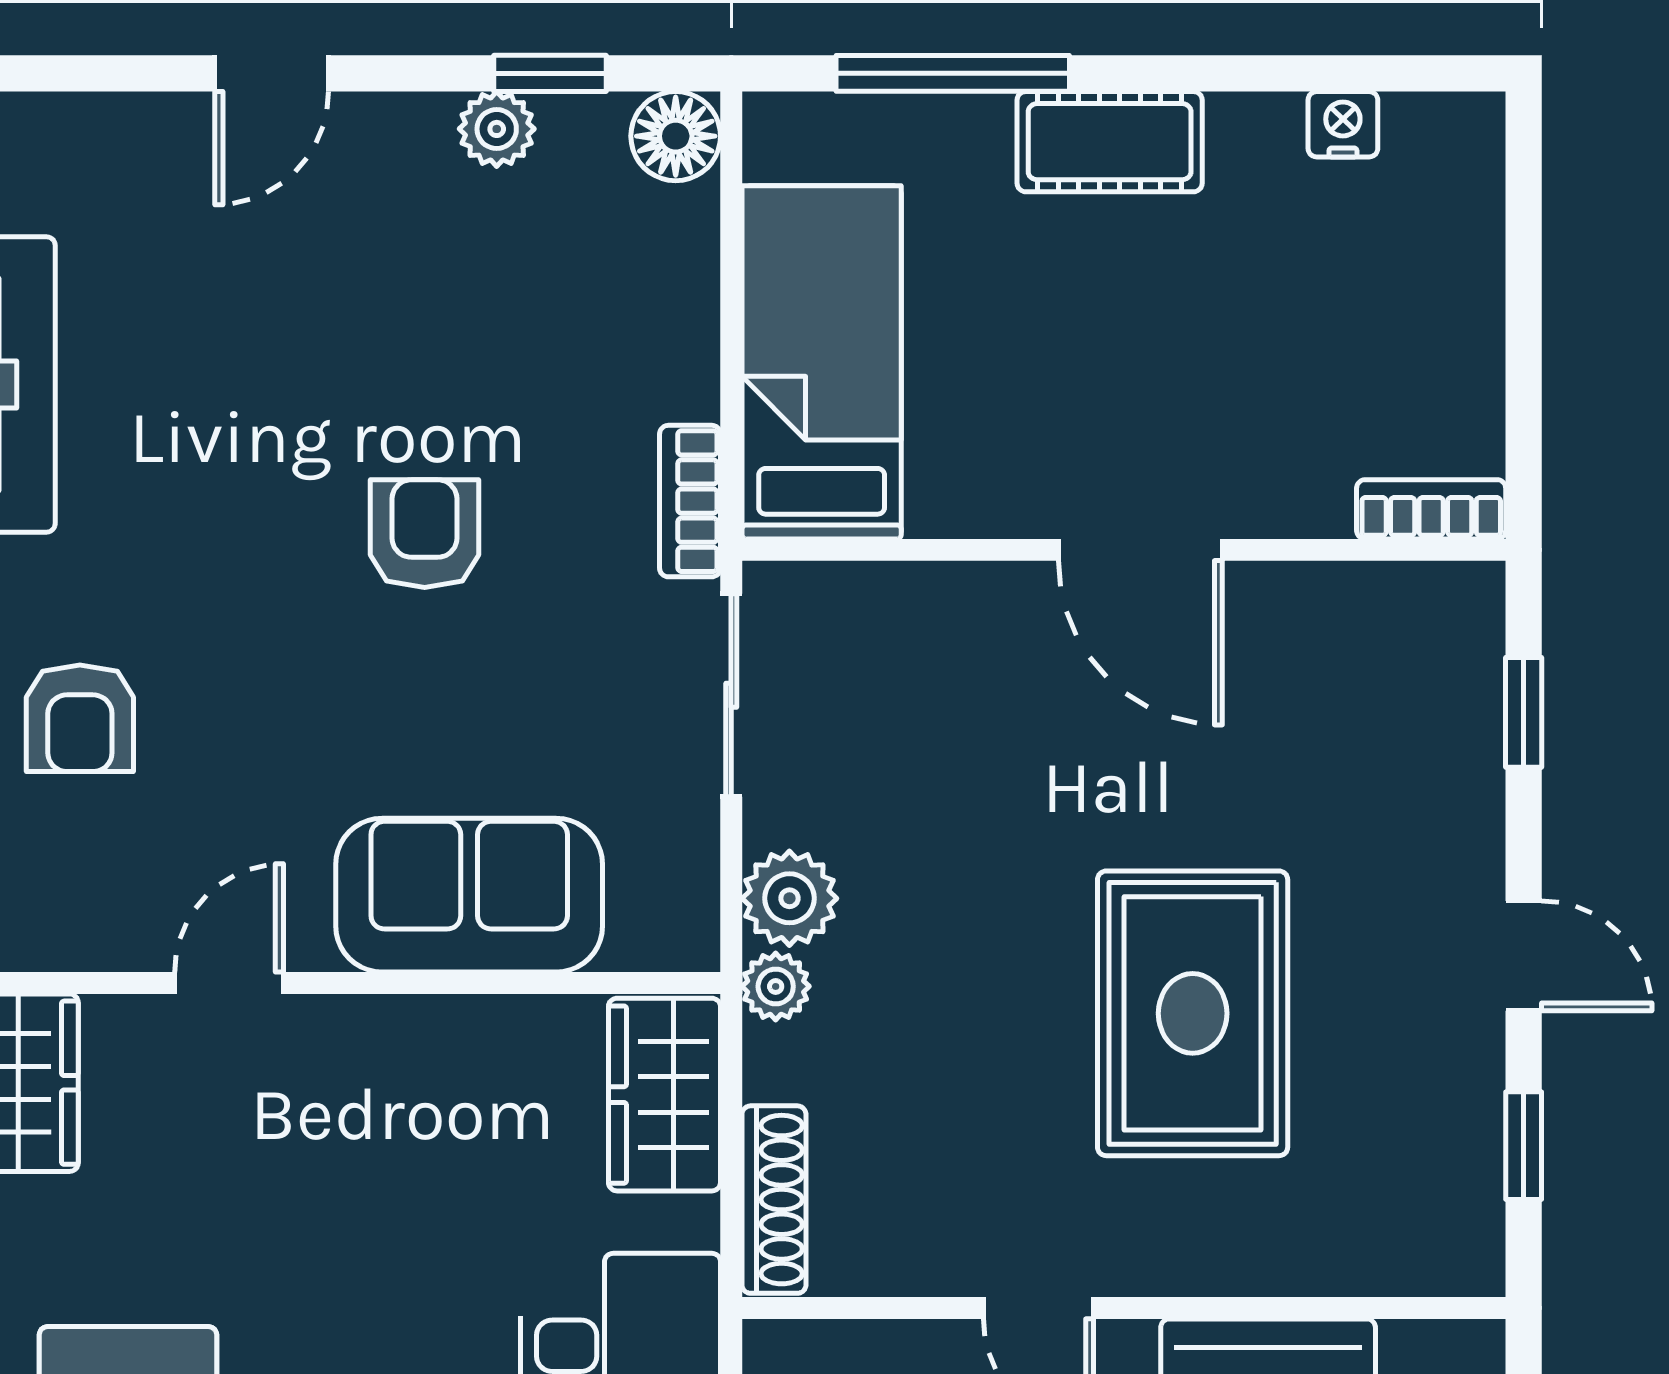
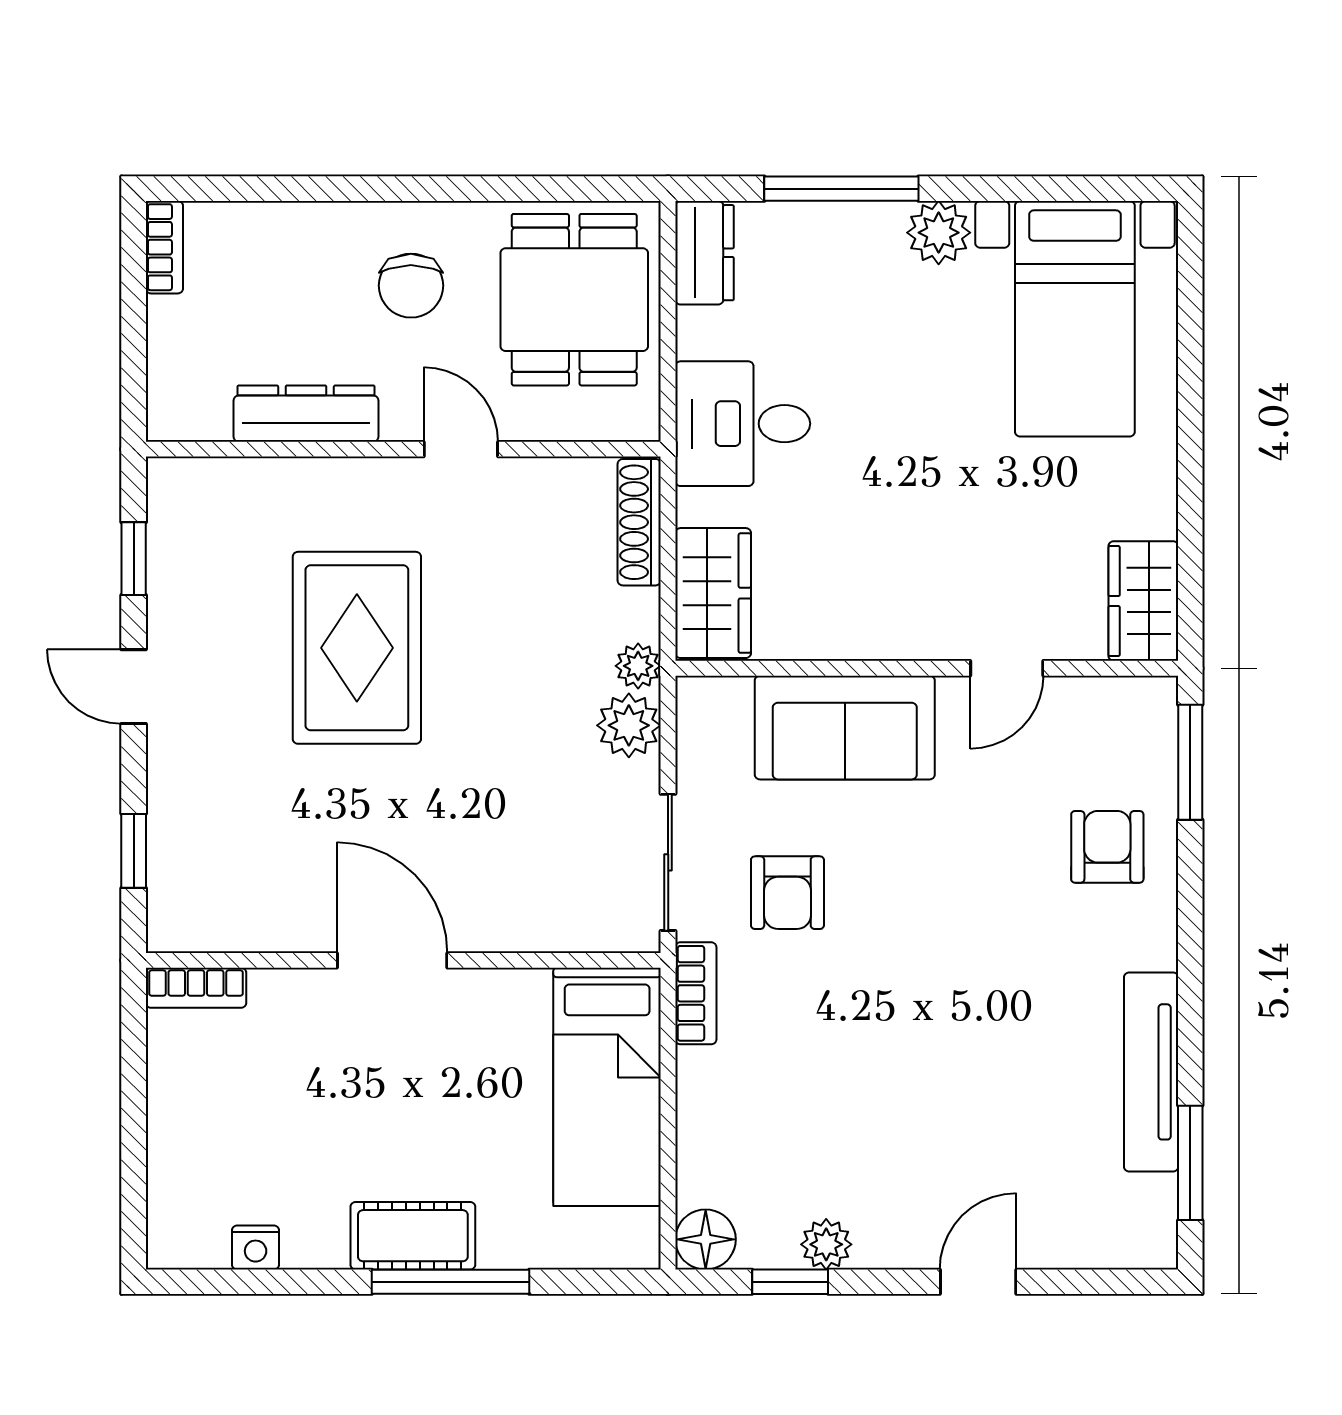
window: (953, 73) -> (450, 1282), moved
armchair: (425, 534) -> (787, 893), moved

